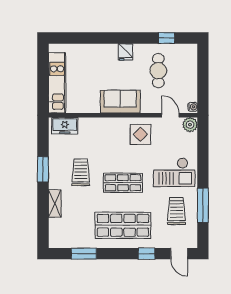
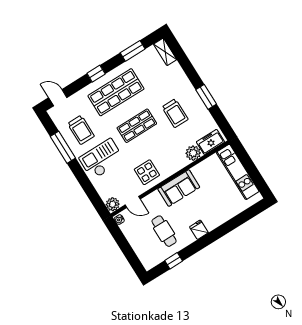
plant: (87, 125) -> (193, 153), added
shelving: (55, 204) -> (165, 52), moved
window: (147, 254) -> (96, 74), moved

